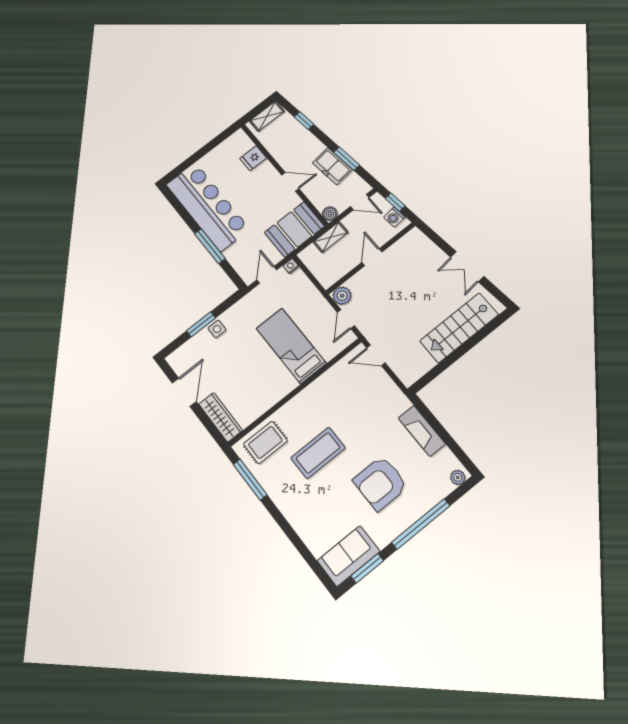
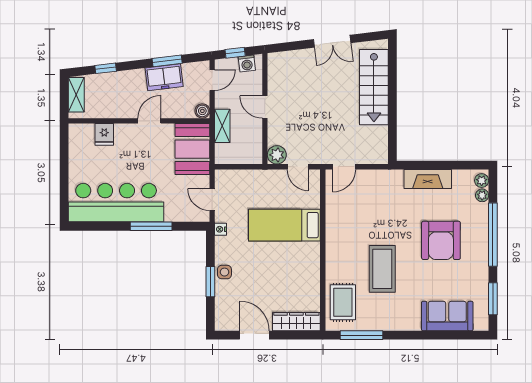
nightstand: (291, 266) -> (221, 229), moved
plant: (446, 488) -> (482, 195), added
sofa: (349, 556) -> (447, 316), moved, turned 90

